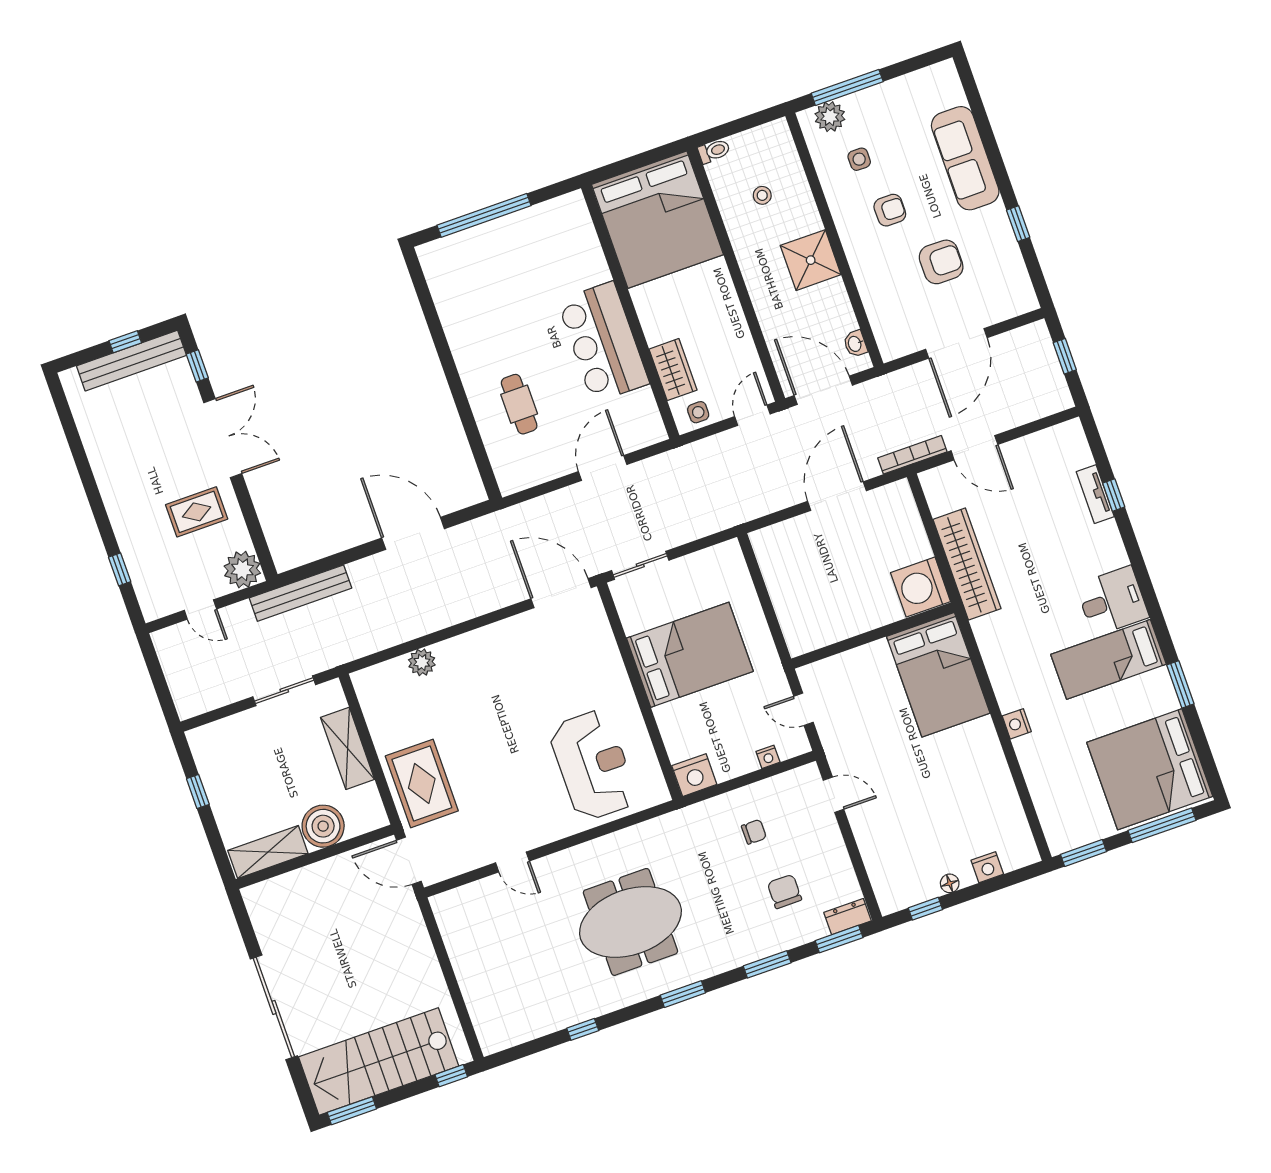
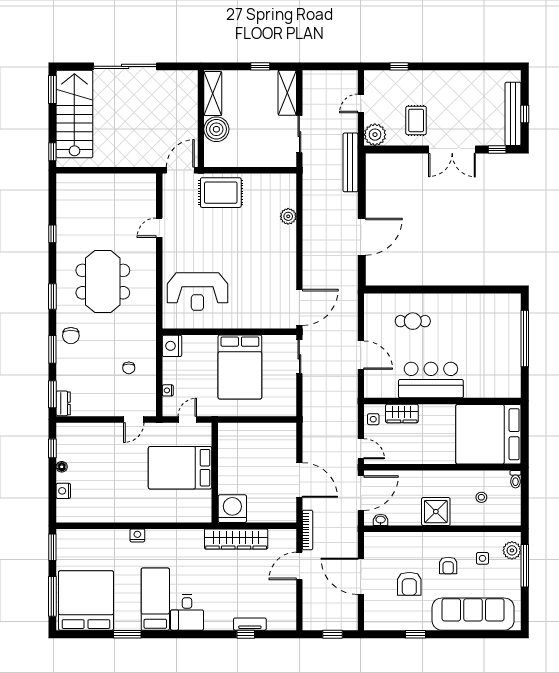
sofa: (965, 158) -> (473, 614), width x1.36, depth x1.27
bed: (938, 675) -> (180, 468), moved
shelving: (348, 748) -> (287, 93), moved, turned 90
chair: (784, 891) -> (71, 336), moved, turned 90

